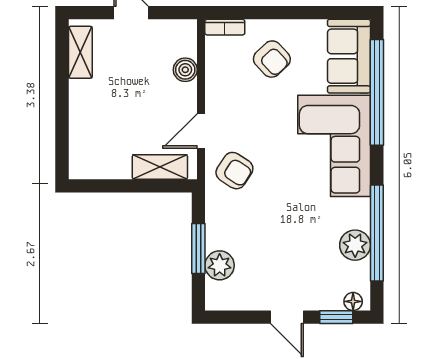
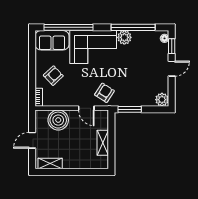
boiler: (185, 70) -> (58, 120), width x1.86, depth x1.86
shelving: (160, 167) -> (103, 143), moved
plant: (355, 245) -> (124, 37), moved
window: (198, 249) -> (130, 109), moved
plant: (220, 265) -> (162, 100), moved

